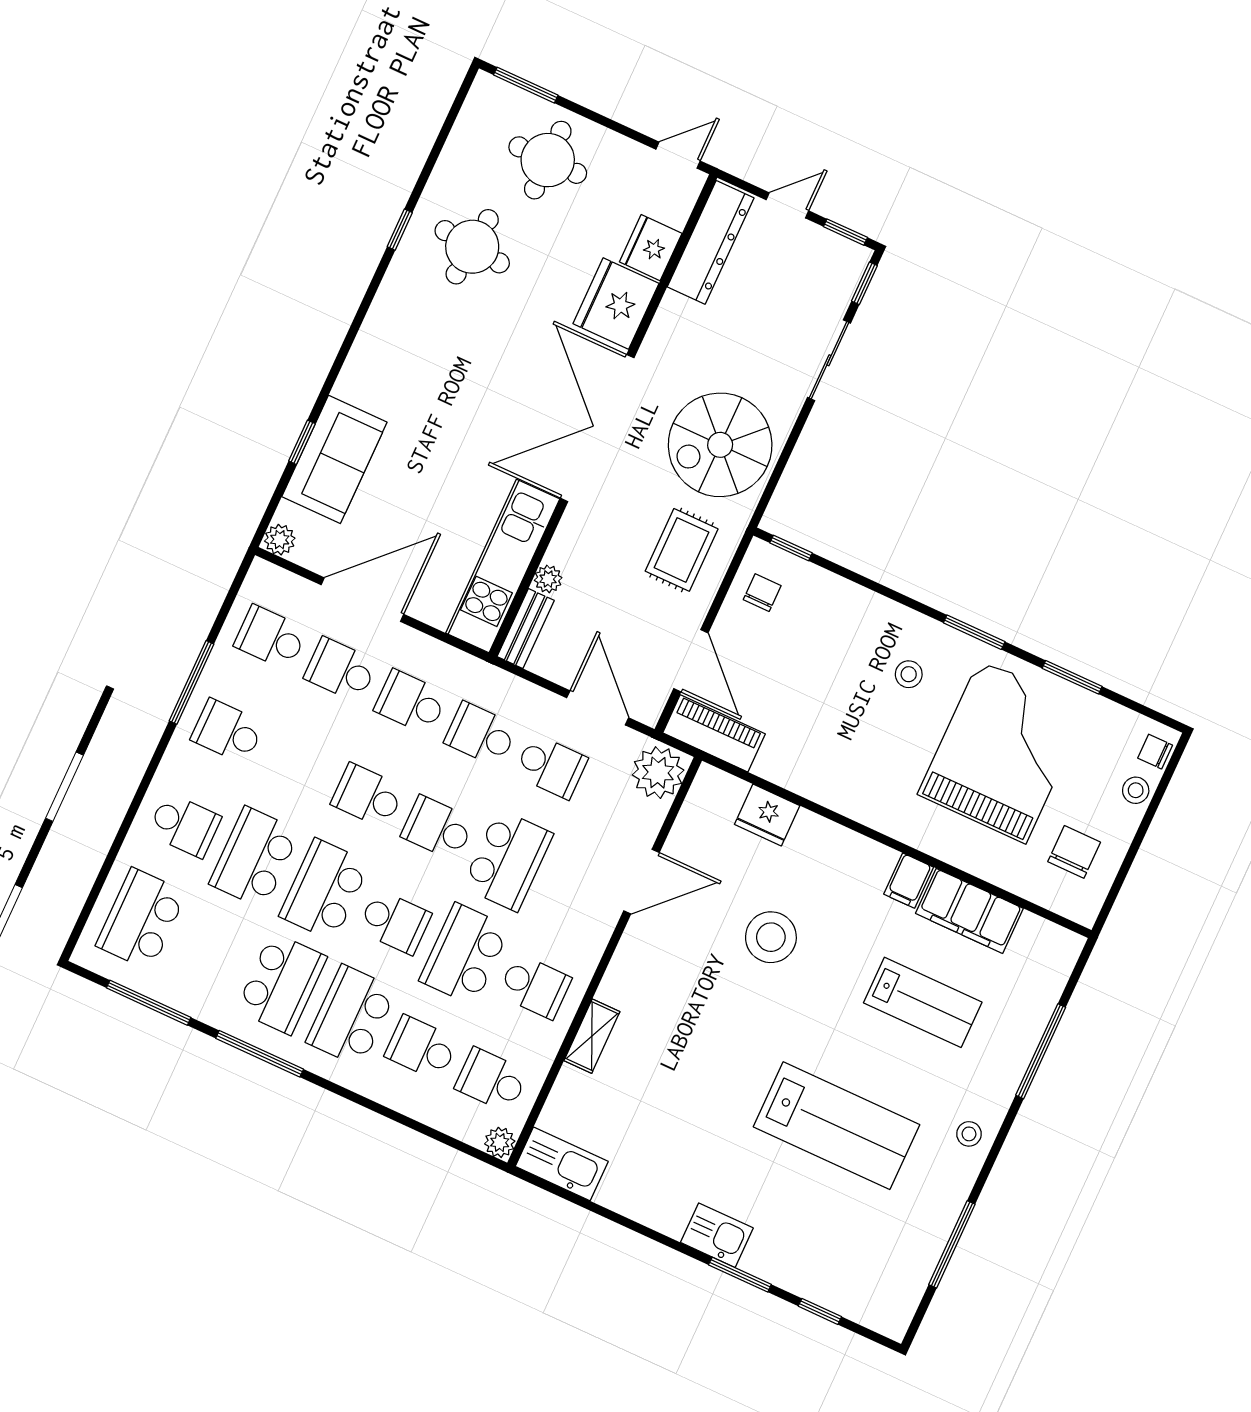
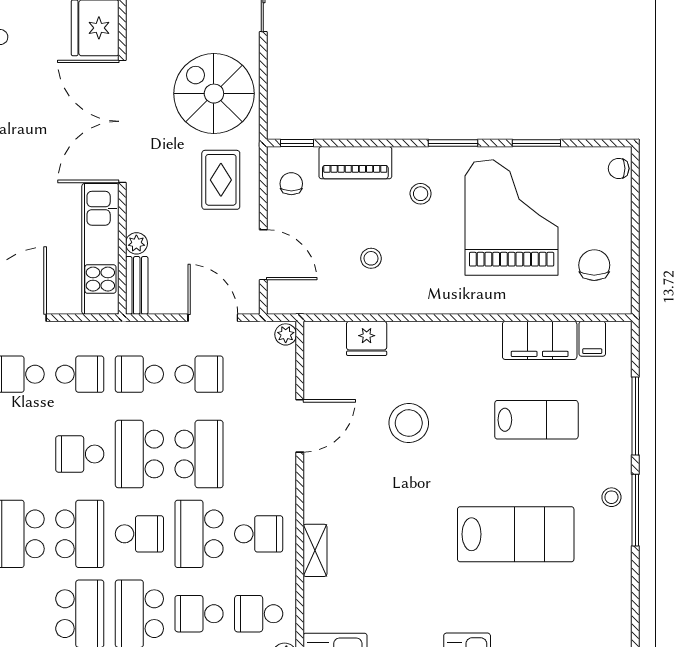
spiral stairs: (720, 445) -> (214, 94), turned 90
school desk: (411, 702) -> (80, 374), turned 180
piano: (714, 733) -> (355, 163), moved, turned 180
plant: (658, 773) -> (286, 334), width x0.53, depth x0.53
stool: (1136, 790) -> (371, 258), moved
school desk: (438, 828) -> (139, 454), width x1.85
filing cabinet: (909, 881) -> (592, 339), moved
school desk: (324, 890) -> (80, 534), turned 180
window: (952, 1244) -> (635, 510), moved

